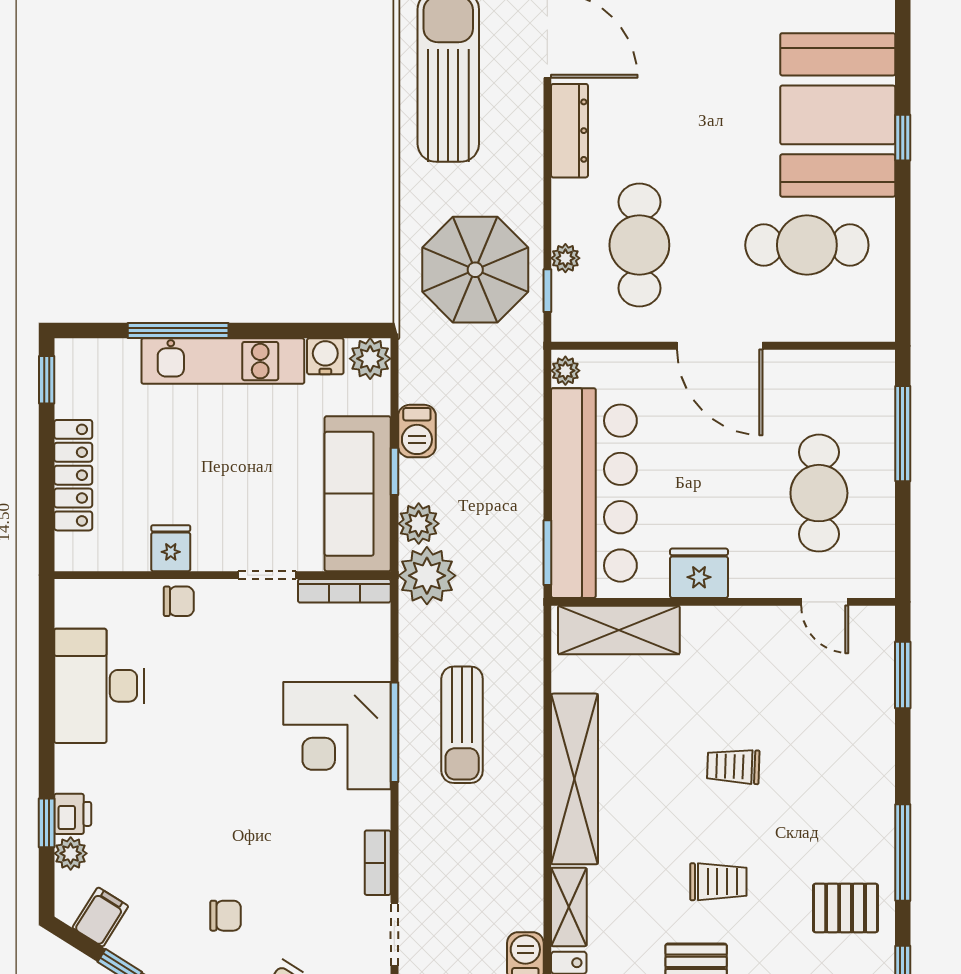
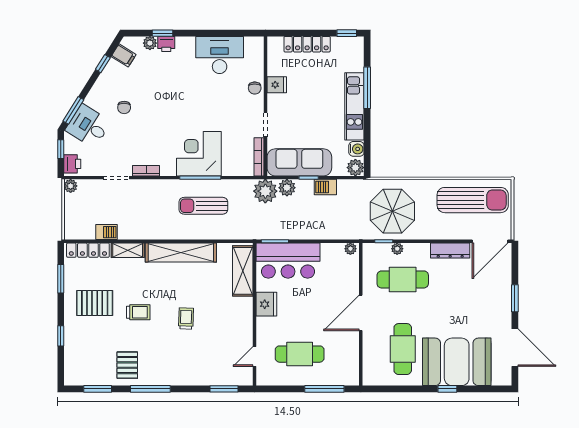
bar counter: (594, 493) -> (288, 261), width x0.73
trolley: (718, 882) -> (138, 312), turned -90

